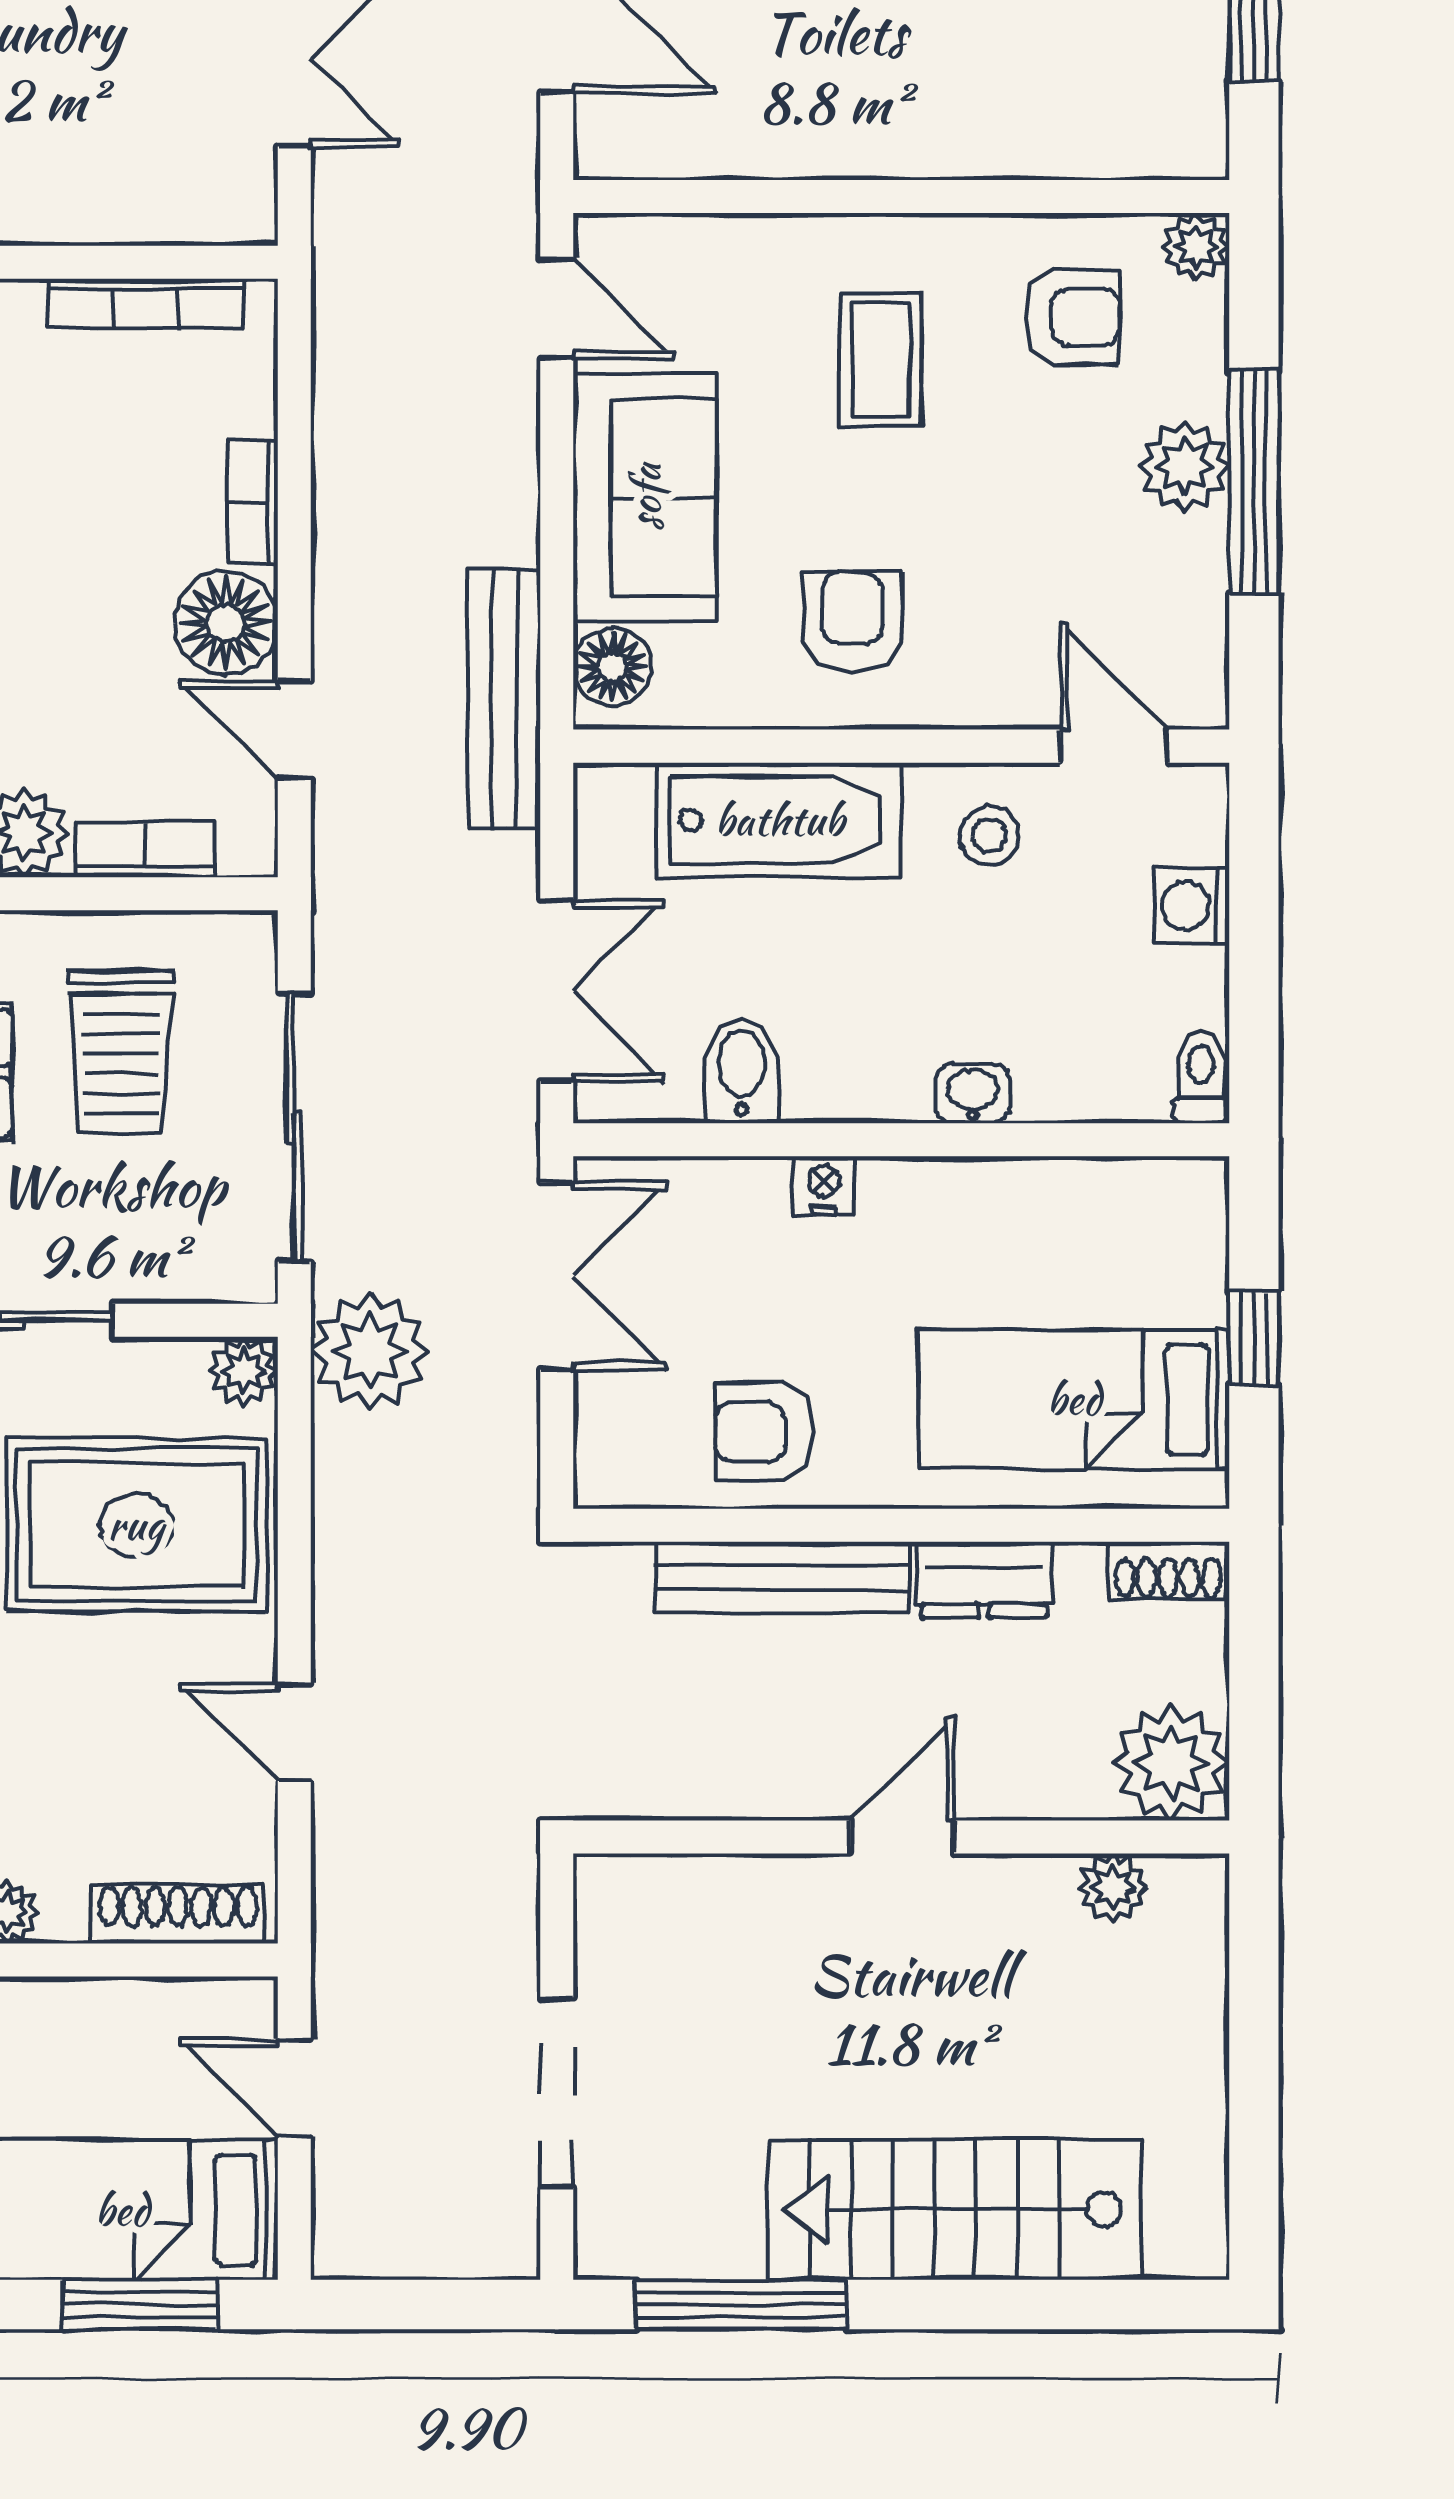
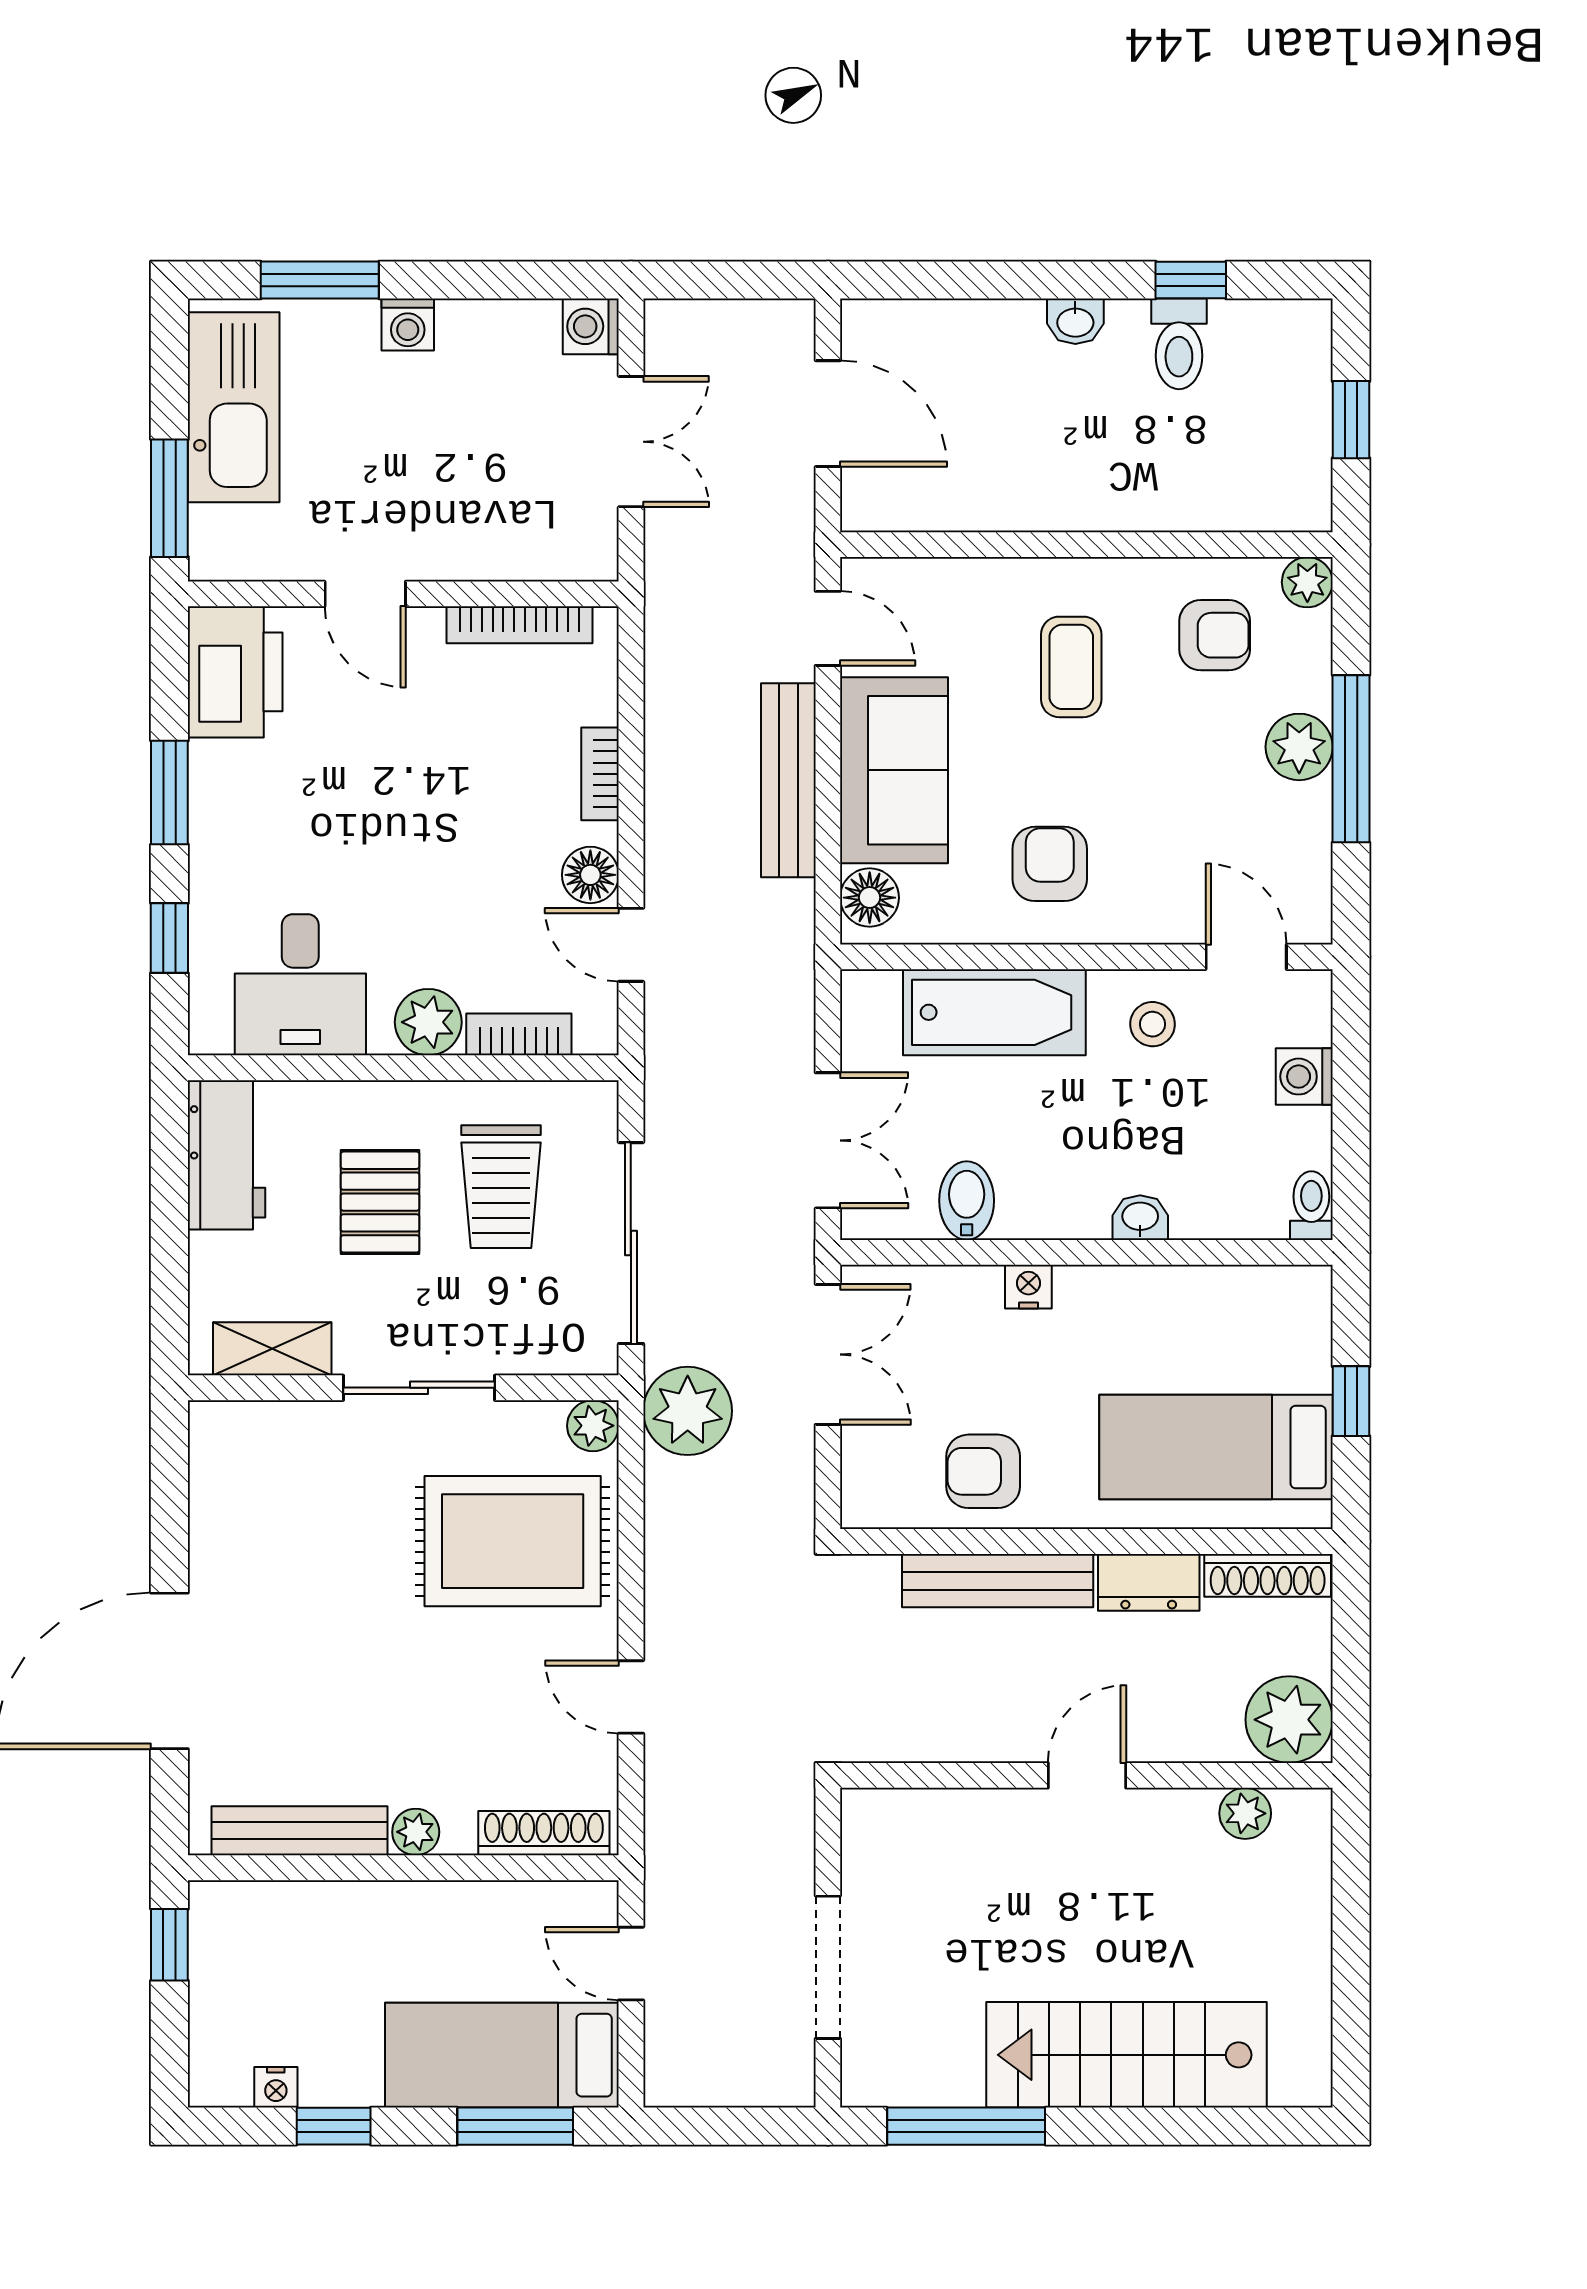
floor lamp: (226, 623) -> (590, 875), width x0.73, depth x0.73
bench: (504, 699) -> (788, 780), moved
shoe rack: (1168, 1570) -> (1268, 1575), width x1.43

